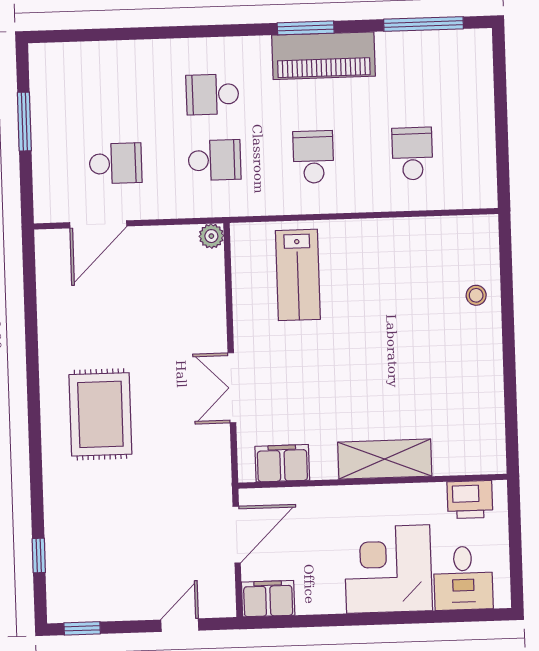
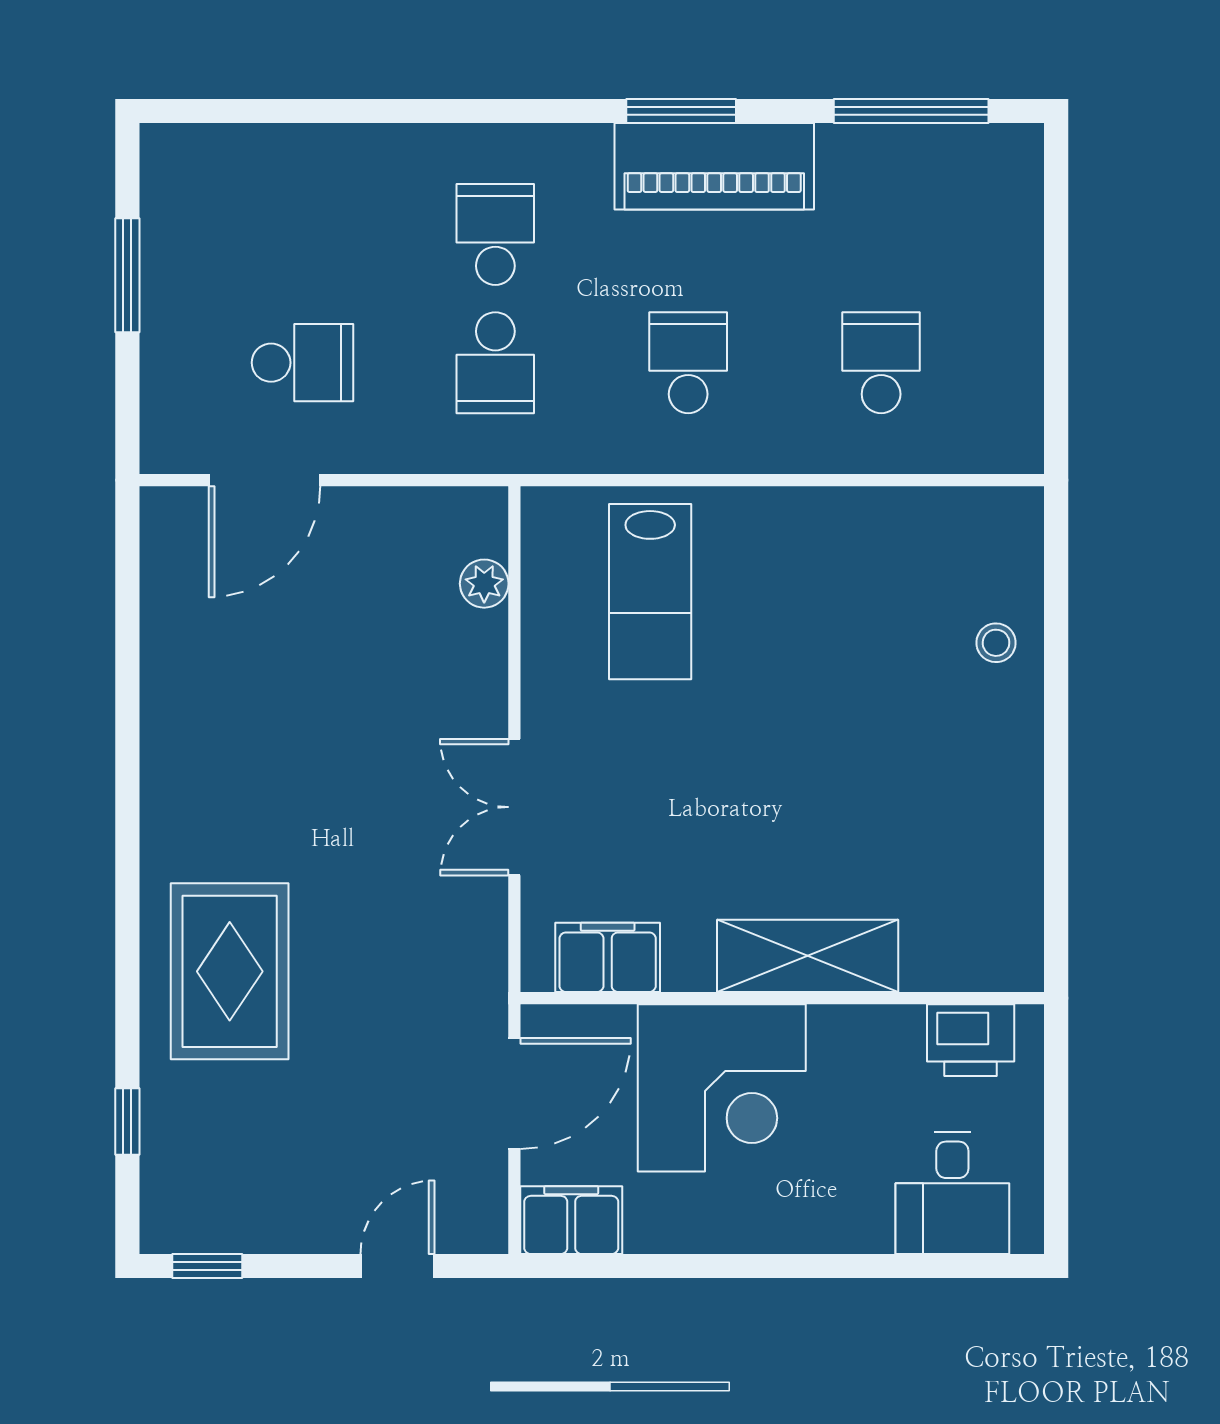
school desk: (212, 94) -> (495, 234), turned 90
school desk: (215, 160) -> (495, 363), turned 90
plant: (211, 236) -> (484, 584), moved
rug: (100, 414) -> (230, 971), moved
corner desk: (388, 569) -> (722, 1088), moved, turned 180

